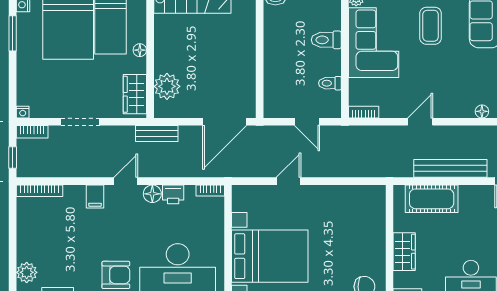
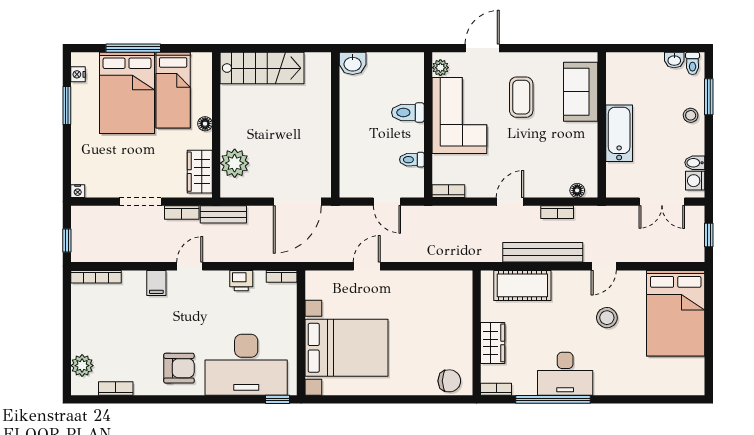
bookcase: (464, 131) -> (557, 212), added
bookcase: (32, 132) -> (182, 212), moved
floor lamp: (152, 194) -> (219, 280), removed

